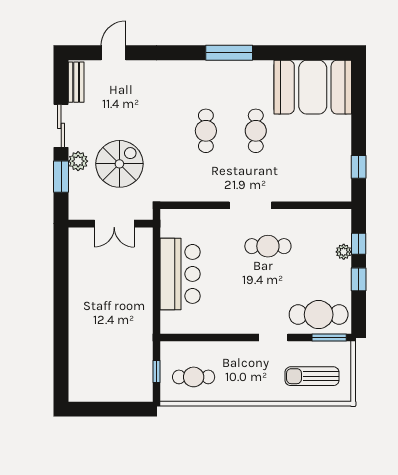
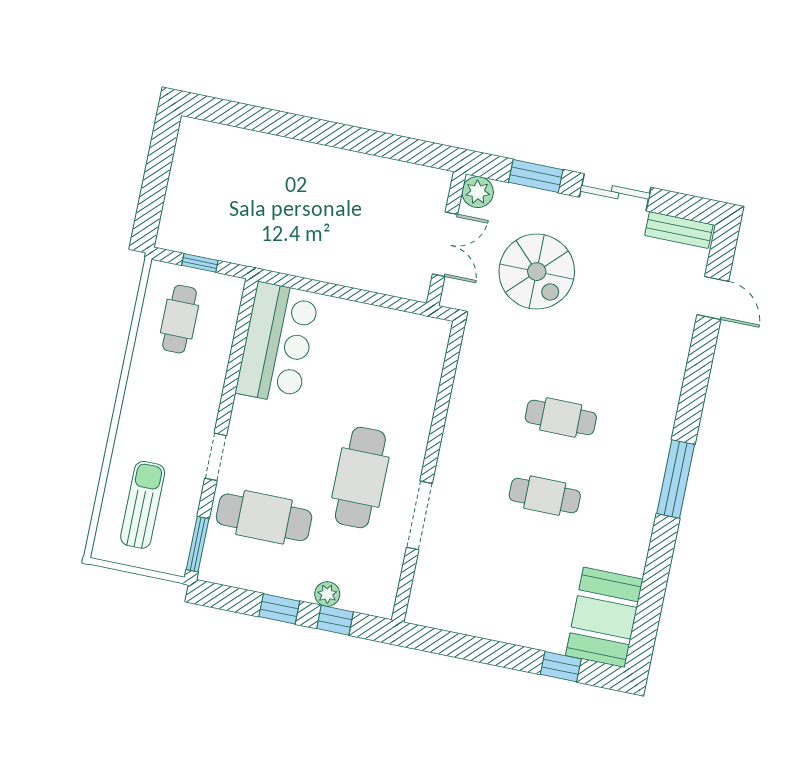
booth: (313, 87) -> (604, 617), width x0.73, depth x0.70
plant: (78, 161) -> (478, 192), moved
window: (359, 167) -> (561, 667), moved
doorway: (250, 205) -> (419, 515), moved
double door: (114, 224) -> (445, 244), swing flipped
cafe table: (268, 246) -> (360, 478), width x1.37, depth x1.35
bar counter: (180, 274) -> (277, 343), moved, turned -90
cafe table: (319, 315) -> (264, 517), moved, turned 90

